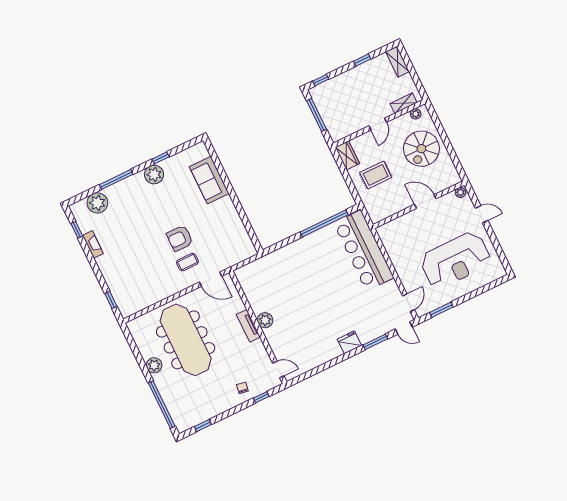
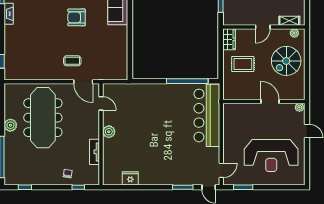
armchair: (180, 238) -> (77, 17), moved
tv unit: (248, 326) -> (94, 152), moved
fridge: (349, 342) -> (130, 178), moved
door: (278, 369) -> (101, 103), moved

